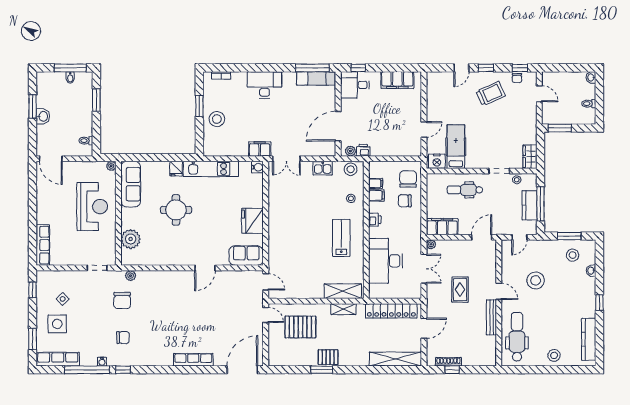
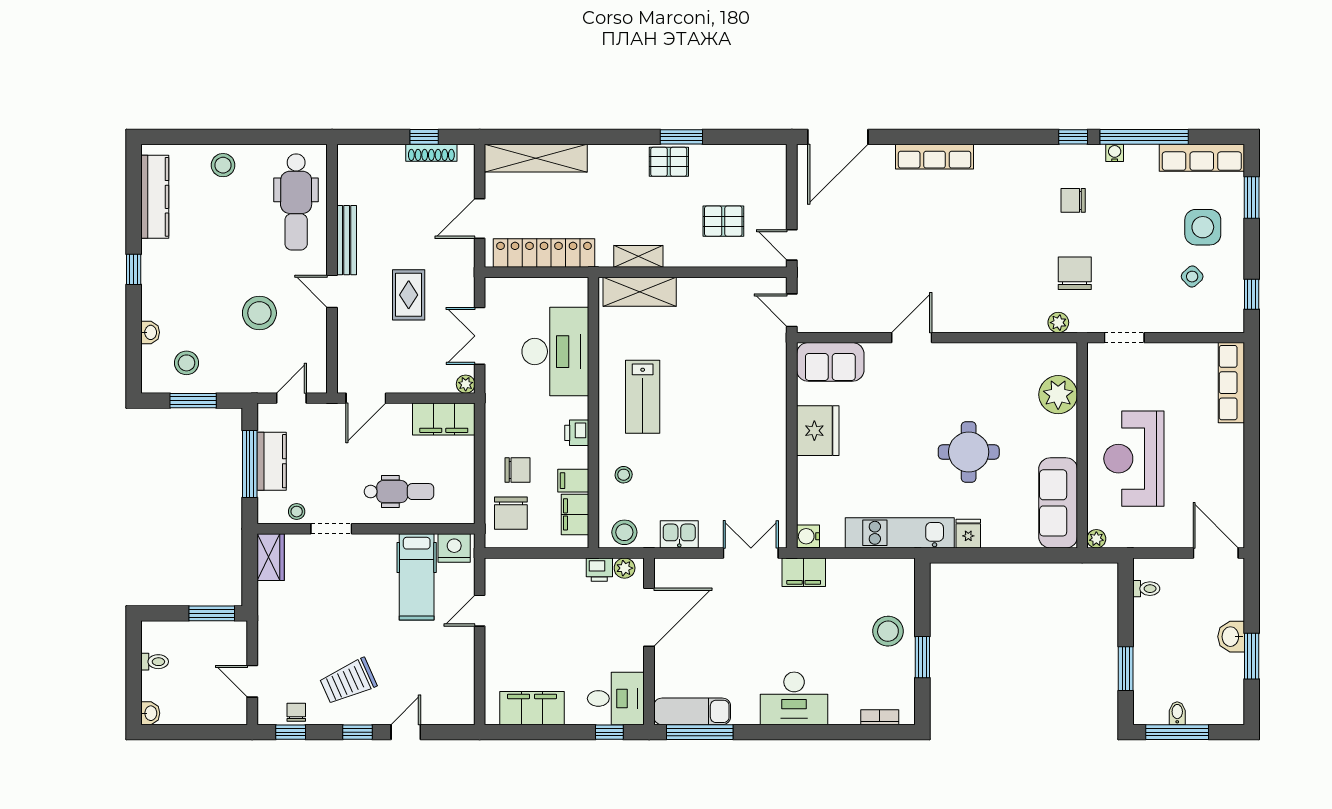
filing cabinet: (376, 183) -> (575, 514), width x2.00
pallet: (300, 327) -> (723, 221), width x0.67, depth x0.71

